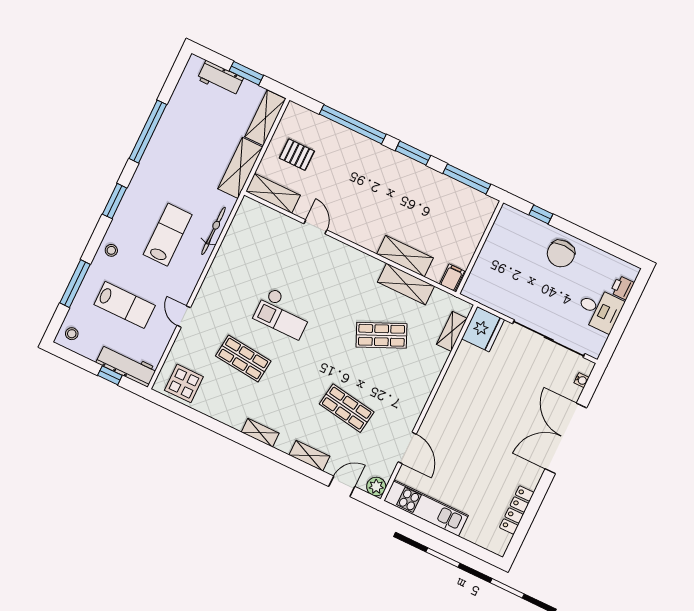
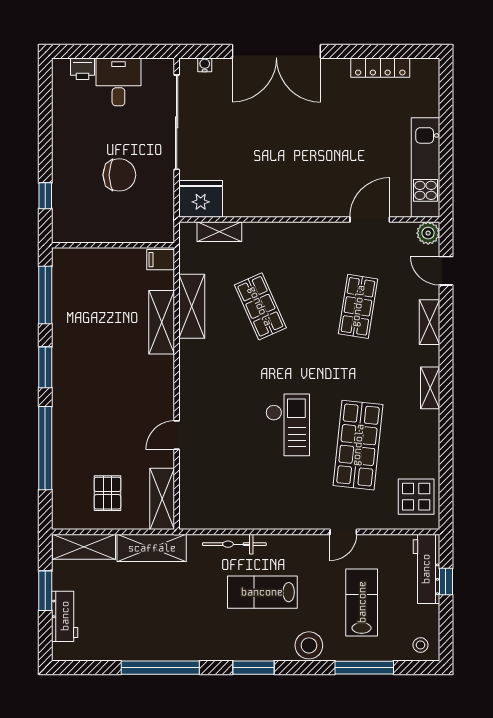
stool: (111, 250) -> (309, 645), width x1.89, depth x1.89
chair: (561, 253) -> (119, 175), moved
shop shelf: (243, 359) -> (358, 445), width x1.43, depth x1.36

